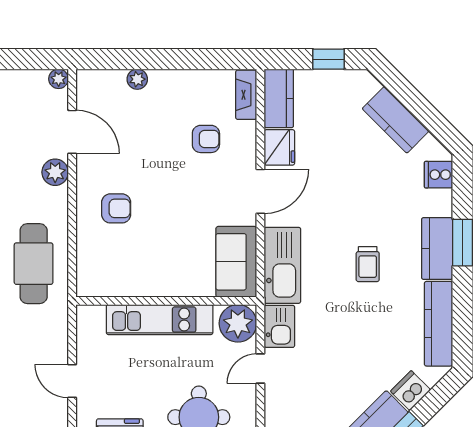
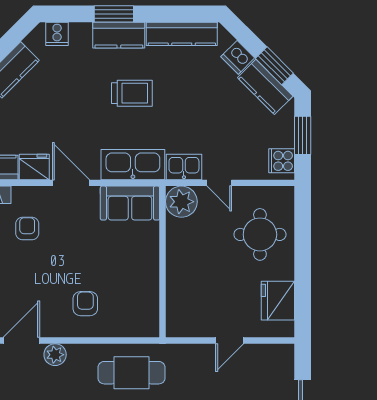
trolley: (368, 264) -> (132, 93), width x1.36, depth x1.39
kitchen unit: (160, 320) -> (178, 267), removed

